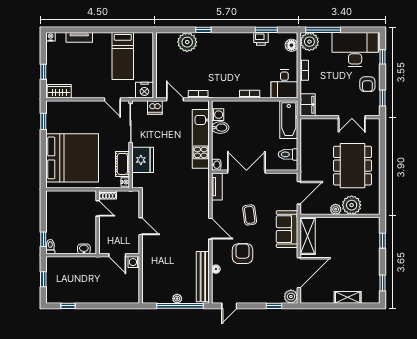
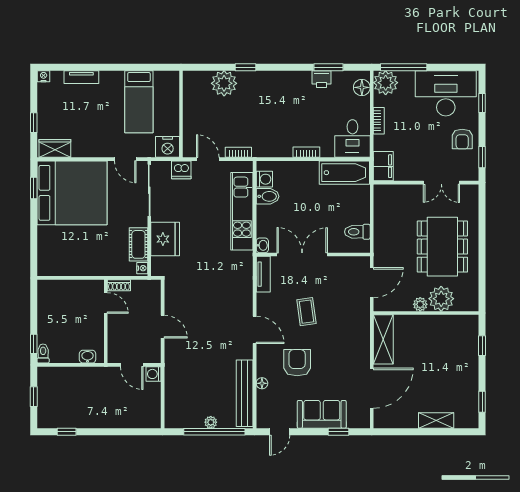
bathtub: (289, 120) -> (344, 173), moved, turned -90
bed: (72, 158) -> (72, 193), moved
sofa: (287, 229) -> (322, 414), moved, turned 90
plant: (291, 297) -> (361, 420), removed

